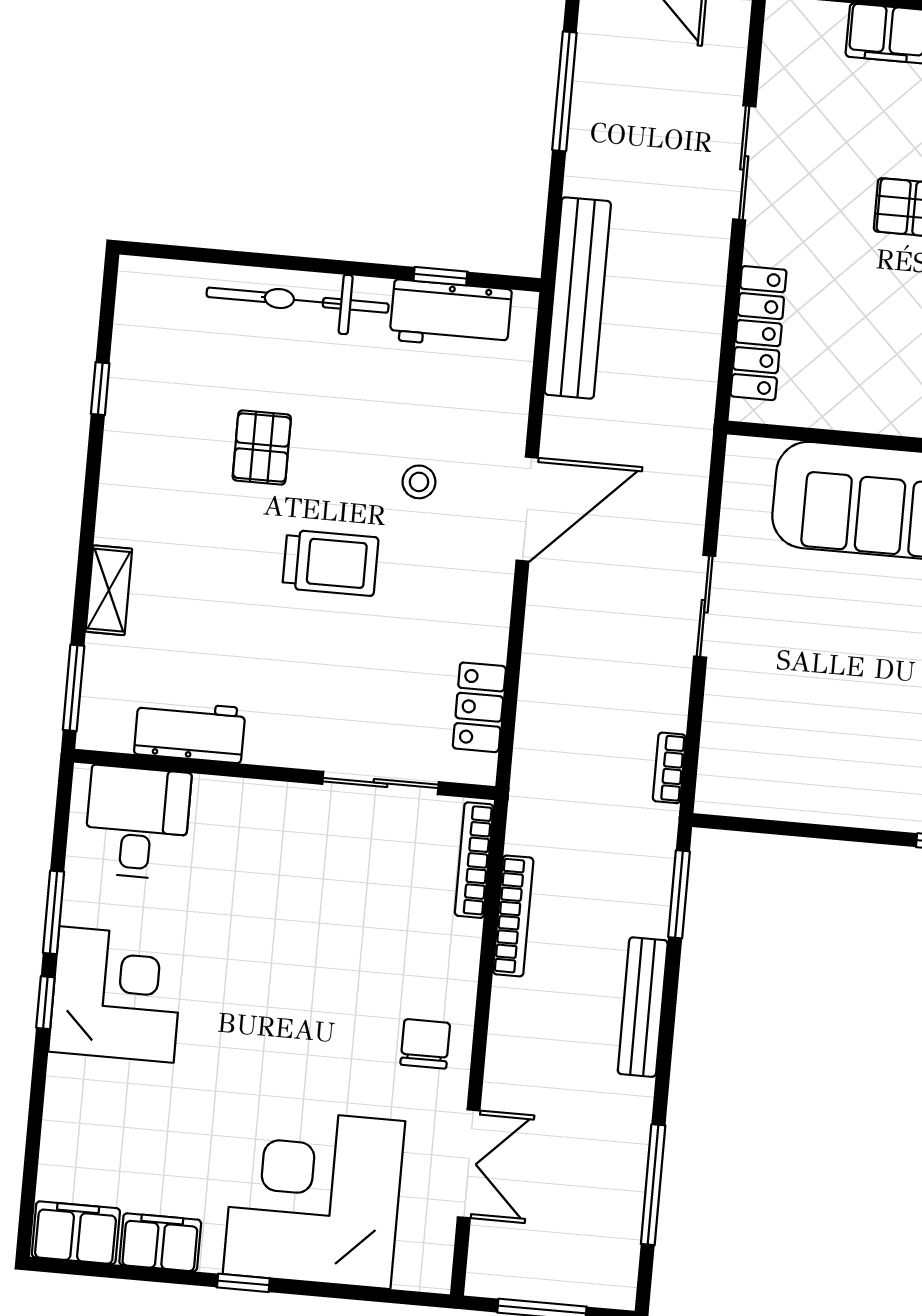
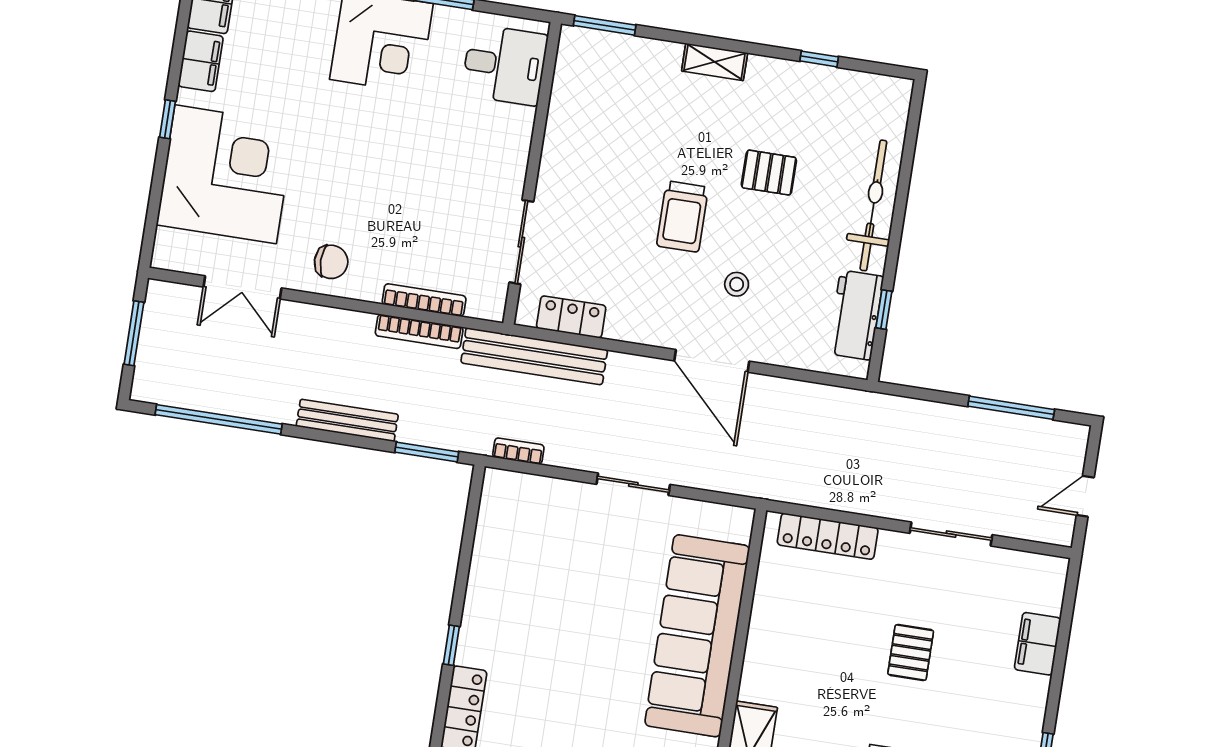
bench: (578, 298) -> (534, 356), moved
shelving: (109, 590) -> (715, 62), moved
workbench: (190, 731) -> (568, 107), removed
bookcase: (474, 860) -> (424, 300), moved
window: (653, 1185) -> (219, 419), width x1.46

